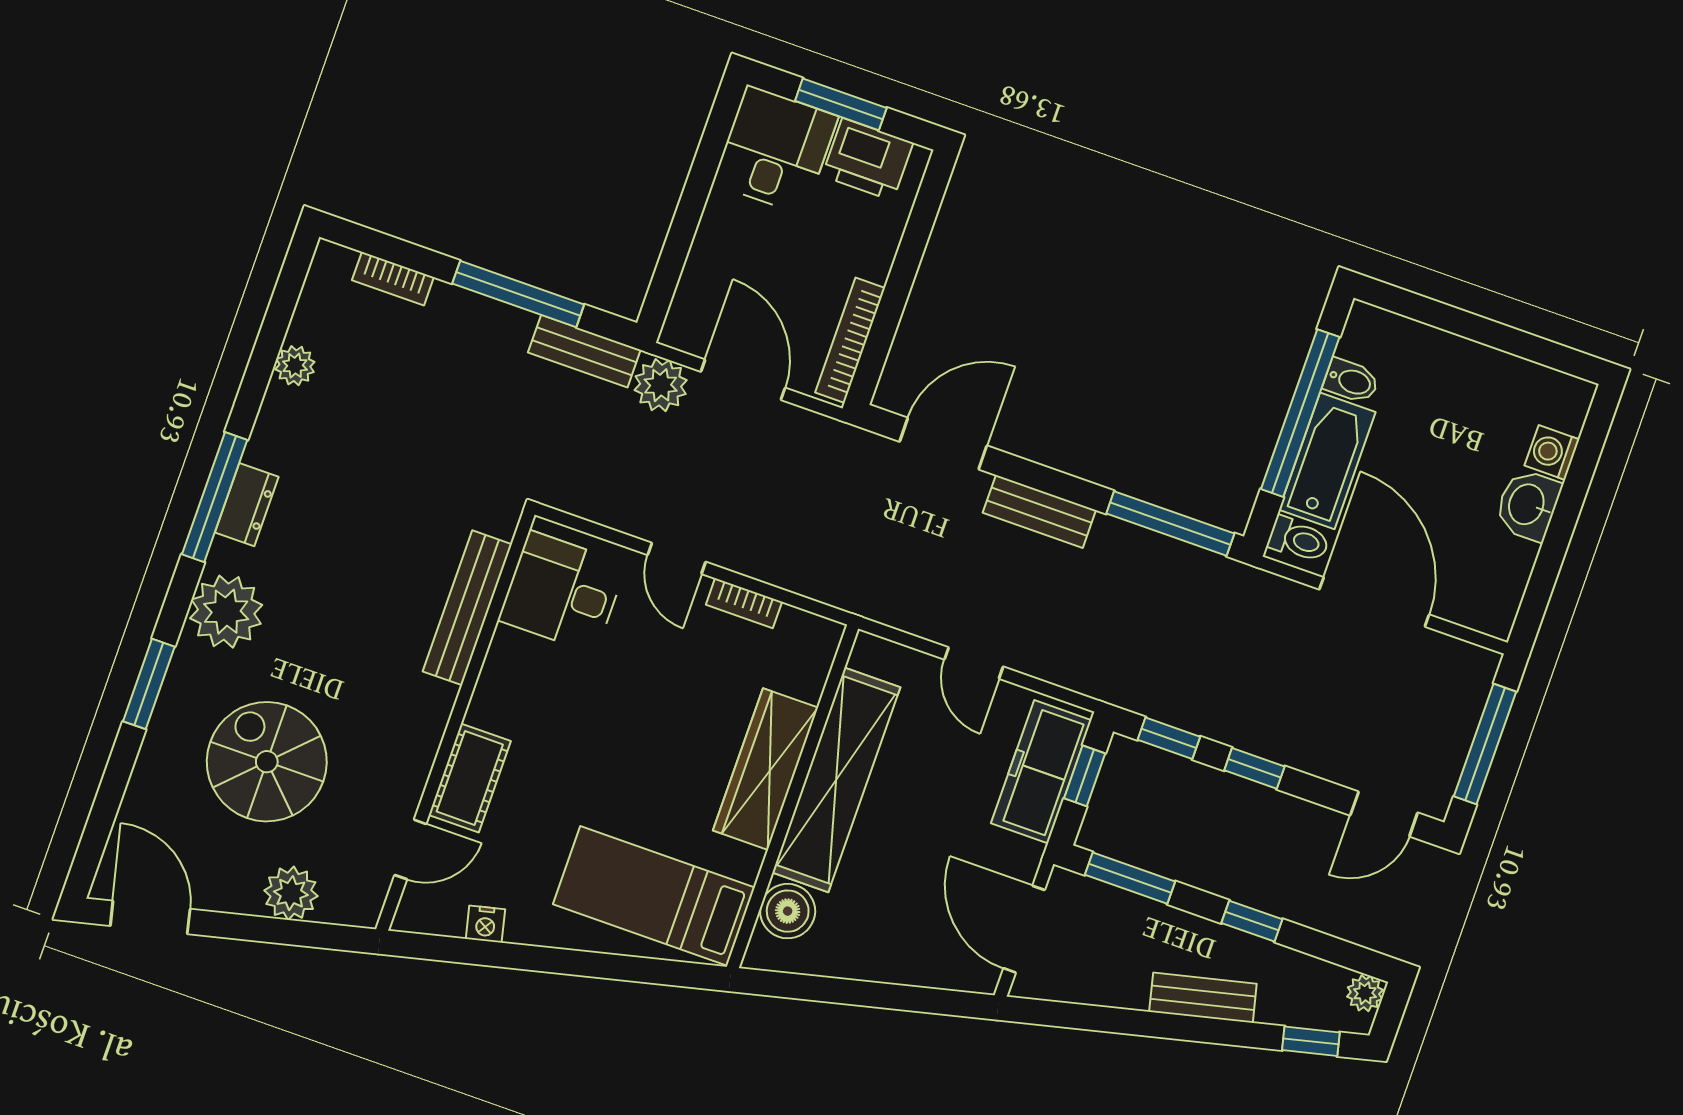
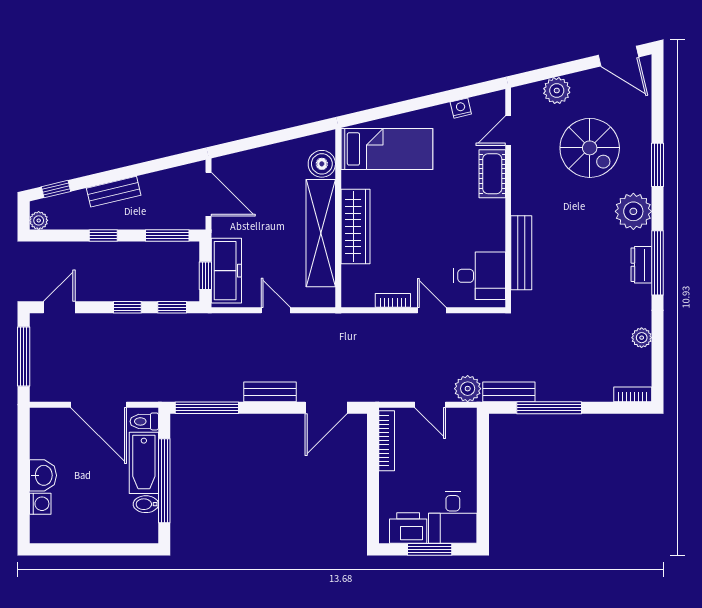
bookcase: (393, 279) -> (633, 394), moved
door: (743, 380) -> (430, 405), width x0.73

